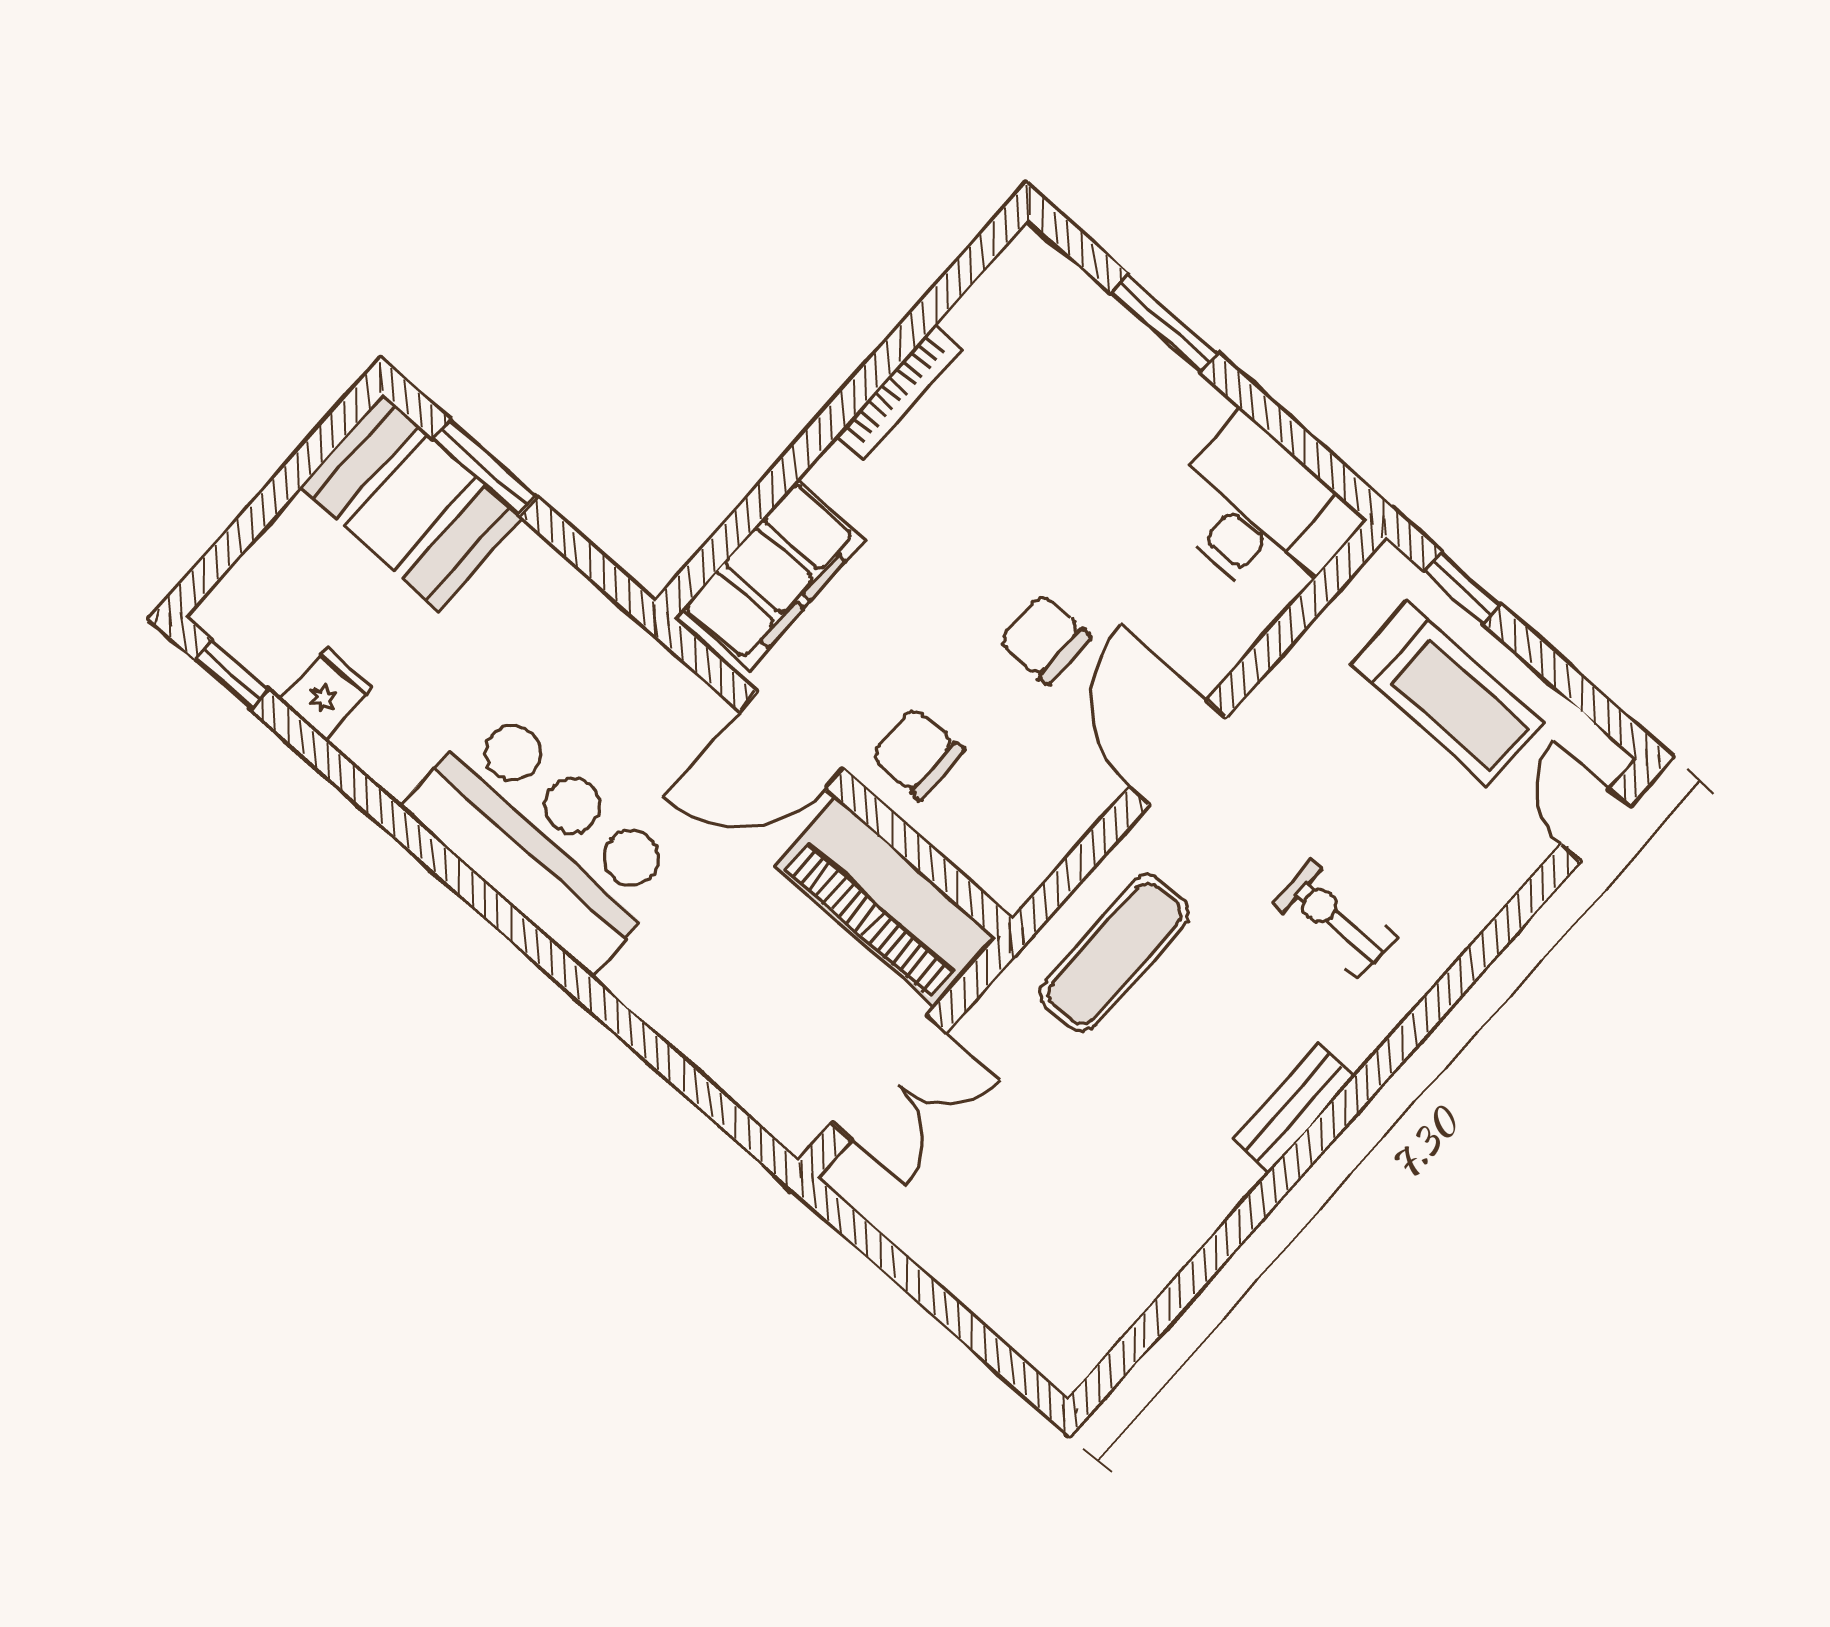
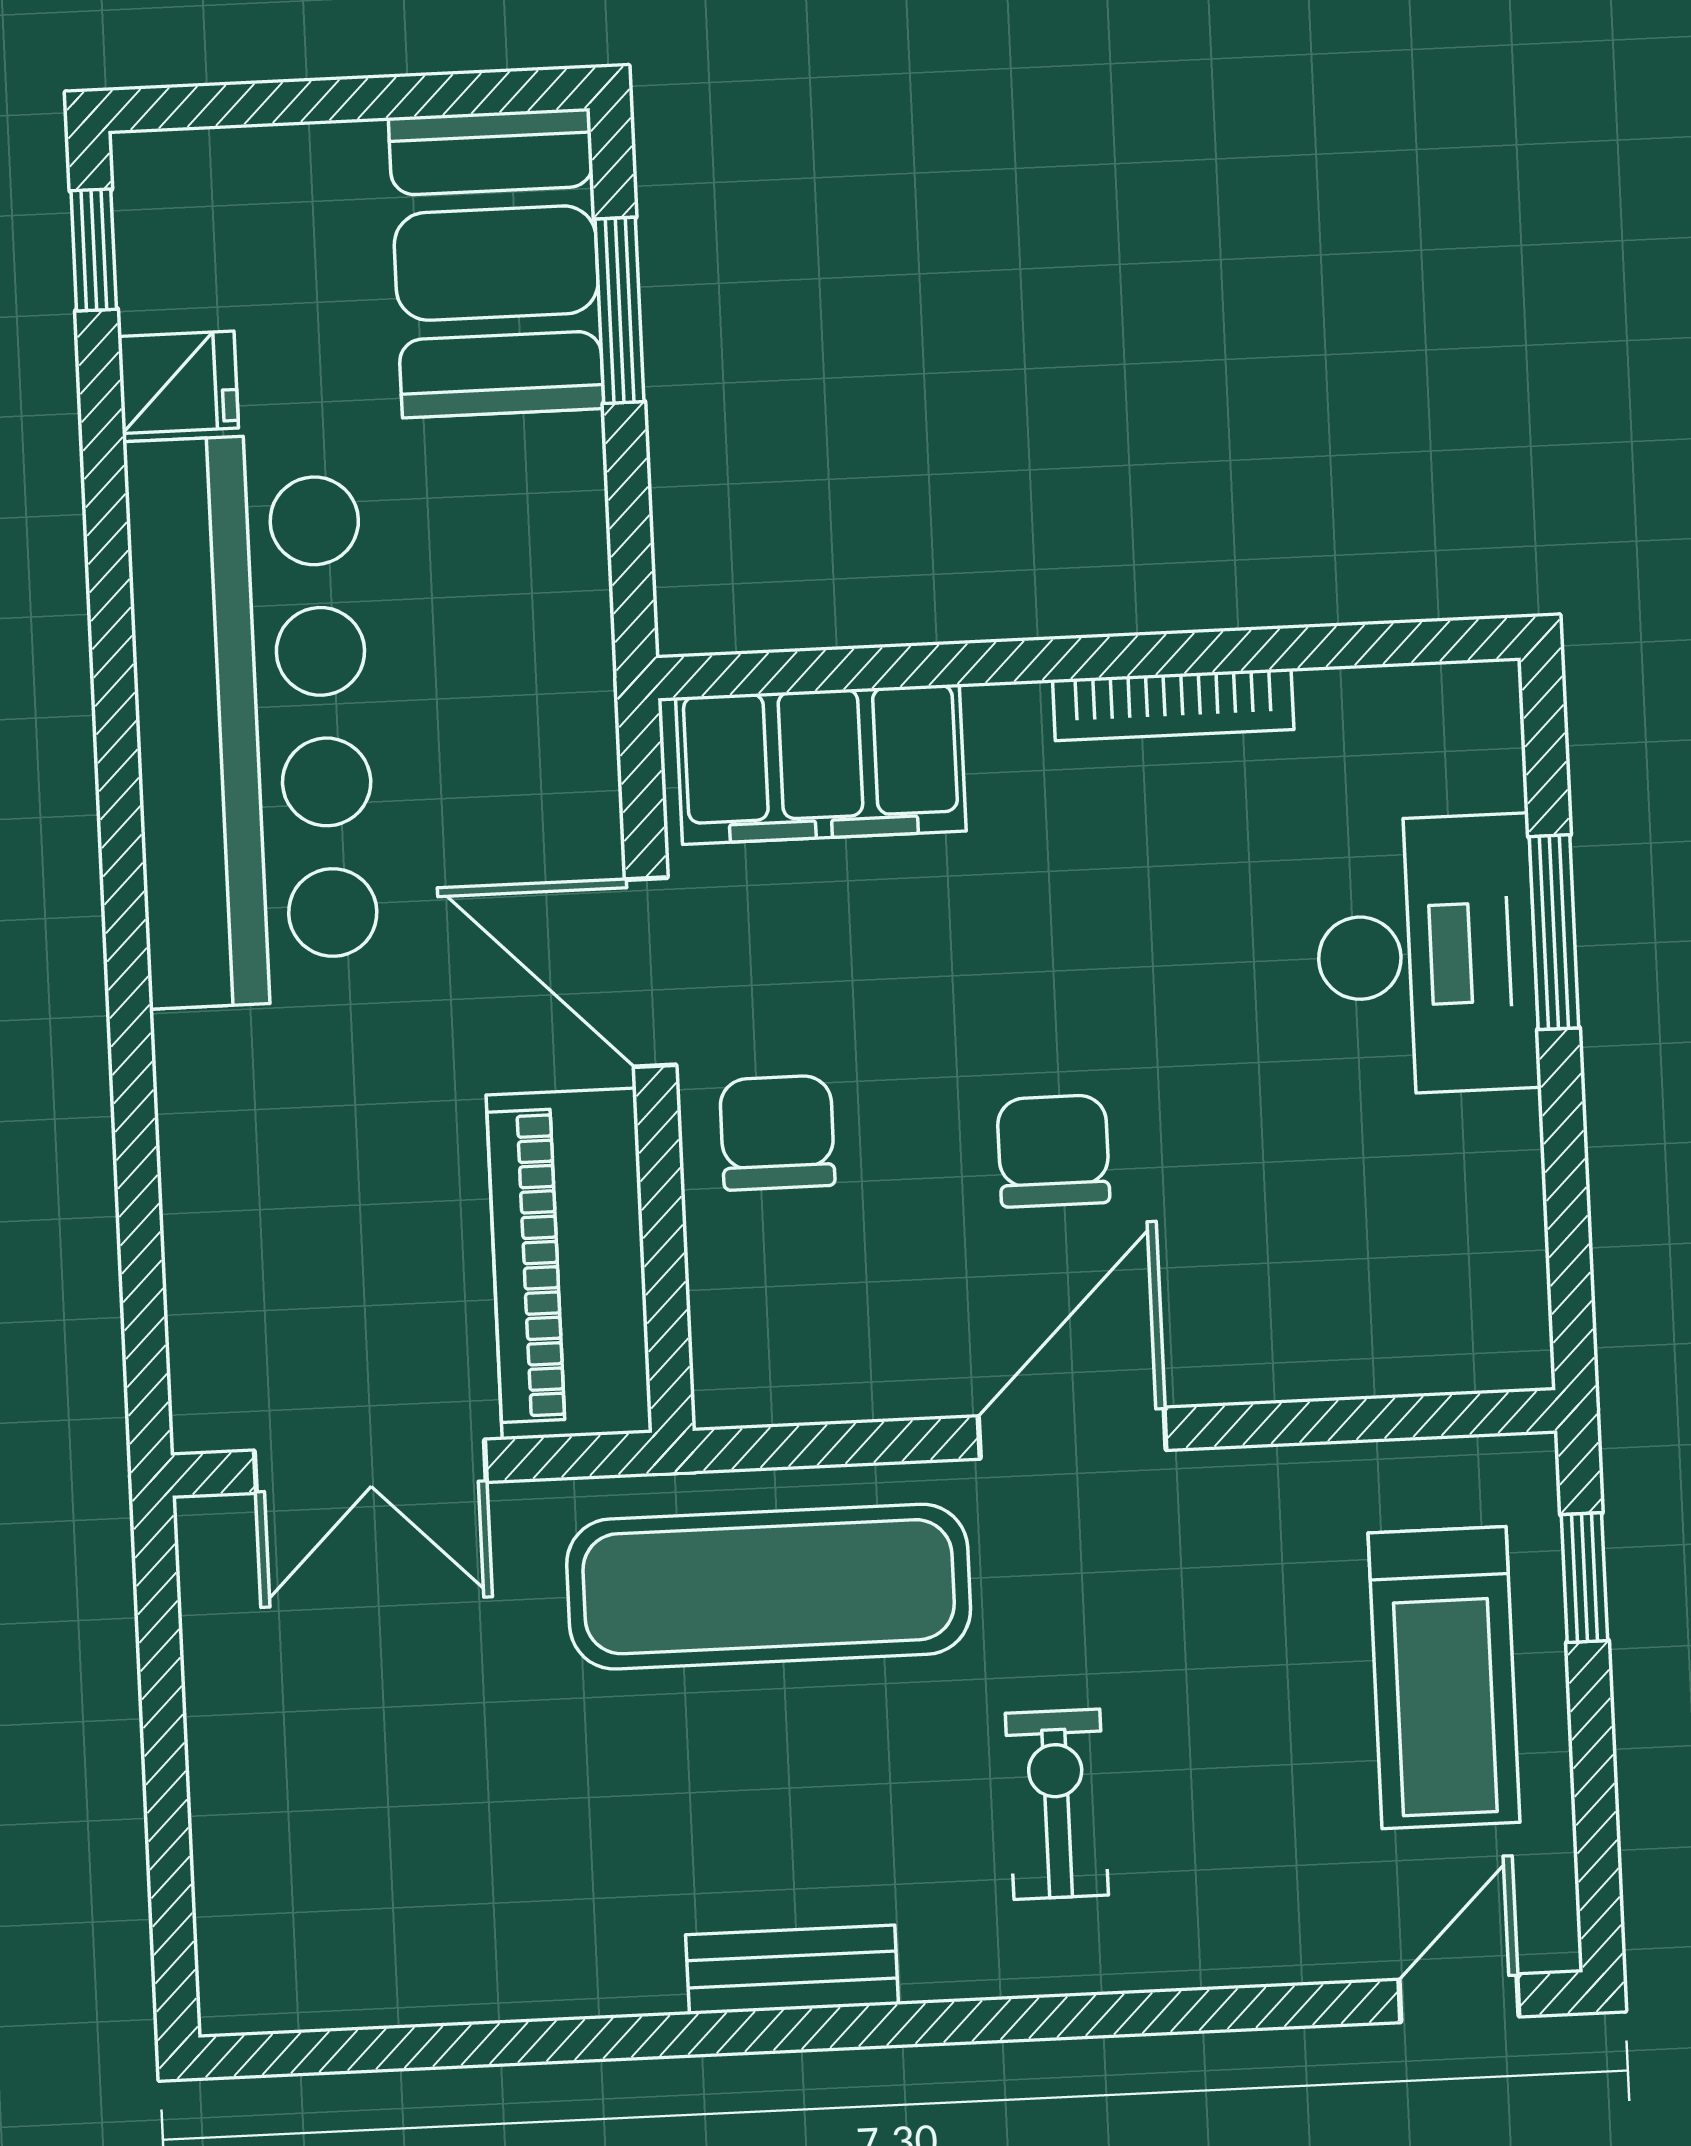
desk: (1260, 513) -> (1427, 955), moved
bar counter: (543, 839) -> (252, 720), width x1.36
exercise mat: (1115, 953) -> (769, 1587), width x1.36, depth x1.45

